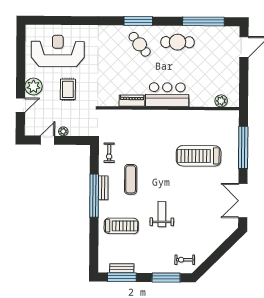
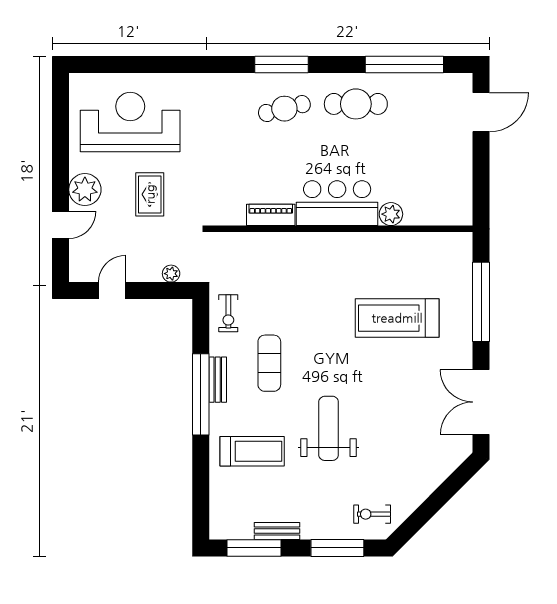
cafe table: (140, 44) -> (284, 109), turned -65
plant: (221, 101) -> (391, 214), moved
plant: (63, 131) -> (171, 274), moved
weight bench: (162, 214) -> (329, 428), width x1.36, depth x1.33
bench: (122, 268) -> (277, 531), moved

